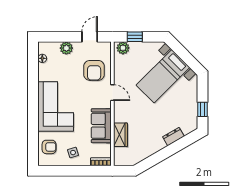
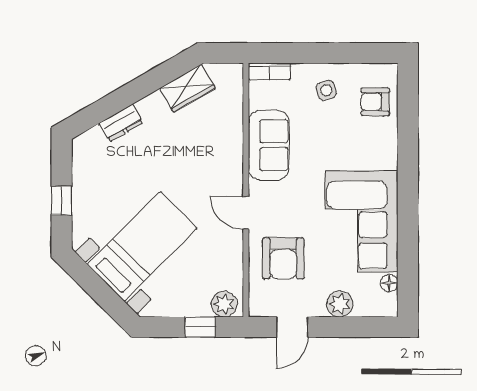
armchair: (94, 70) -> (283, 258), turned 180
corner sofa: (56, 107) -> (362, 221), moved
window: (202, 109) -> (62, 201), moved
wardrobe: (120, 135) -> (187, 88), moved, turned -120

